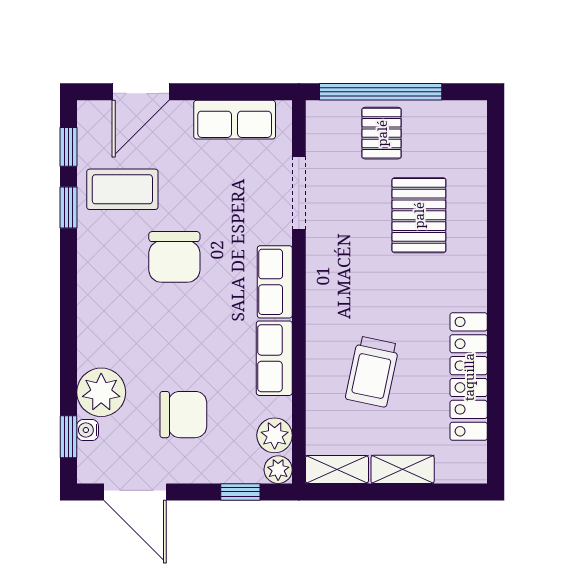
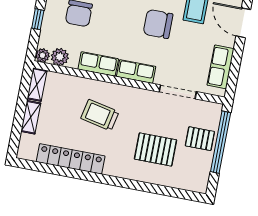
trolley: (372, 372) -> (100, 115), moved
window: (240, 492) -> (38, 19), moved

